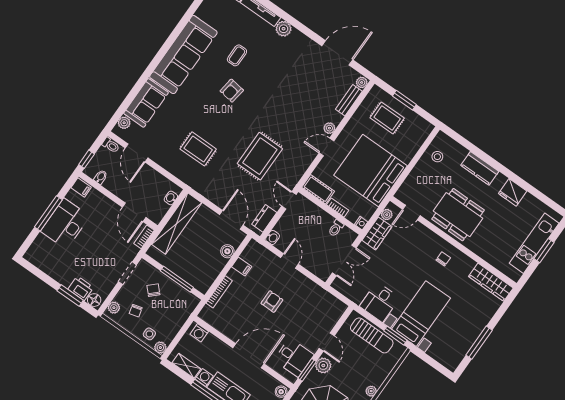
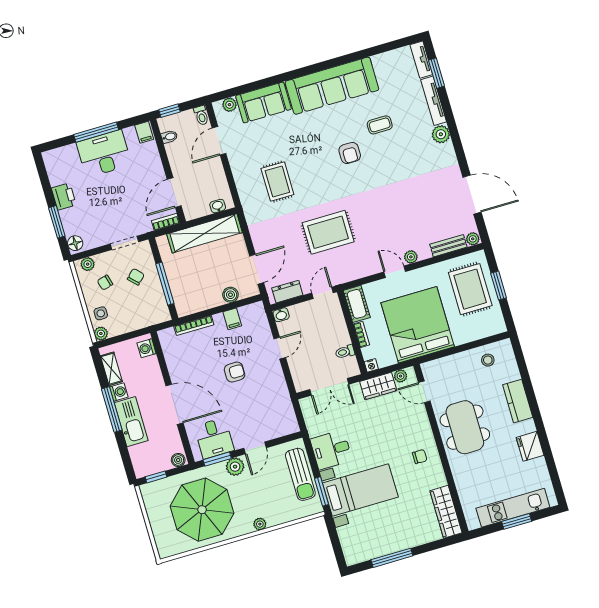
armchair: (232, 91) -> (350, 153), turned -98
rug: (387, 118) -> (470, 289), width x1.36, depth x1.43
printer: (81, 288) -> (64, 196), moved

